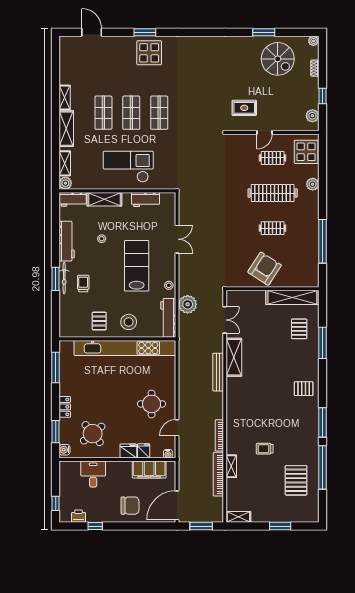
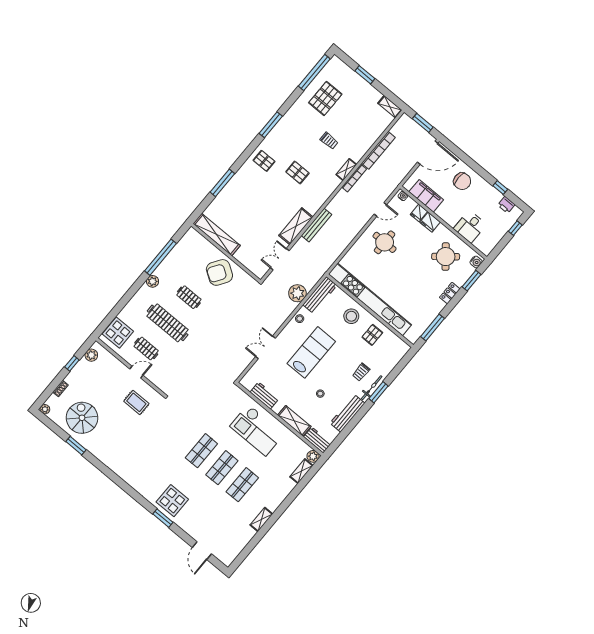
shelving: (66, 129) -> (279, 496), removed
plant: (313, 184) -> (153, 281), moved
lab bench: (137, 266) -> (311, 352), turned 180
pallet: (299, 329) -> (297, 172), moved, turned 90
shelving: (231, 466) -> (346, 170), moved
window: (322, 467) -> (314, 73), moved
chair: (130, 506) -> (462, 181), turned 180

